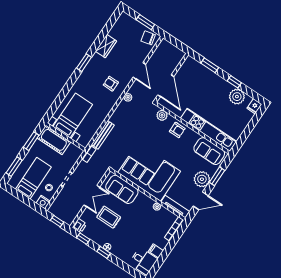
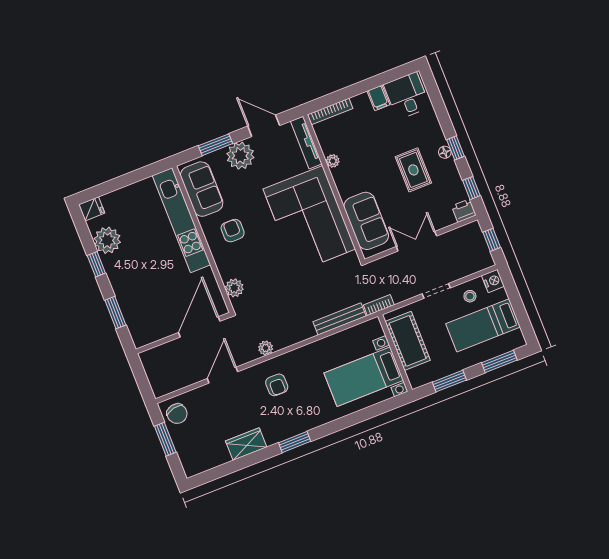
armchair: (177, 130) -> (233, 231), moved
cot: (54, 140) -> (408, 341), moved
rug: (109, 217) -> (413, 170), moved

